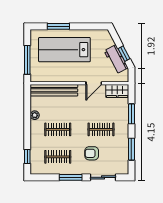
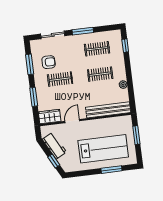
window: (124, 54) -> (54, 161), moved
window: (27, 60) -> (136, 135), width x0.69
armchair: (92, 153) -> (49, 62), moved

